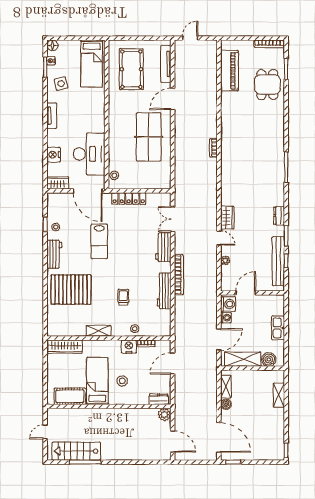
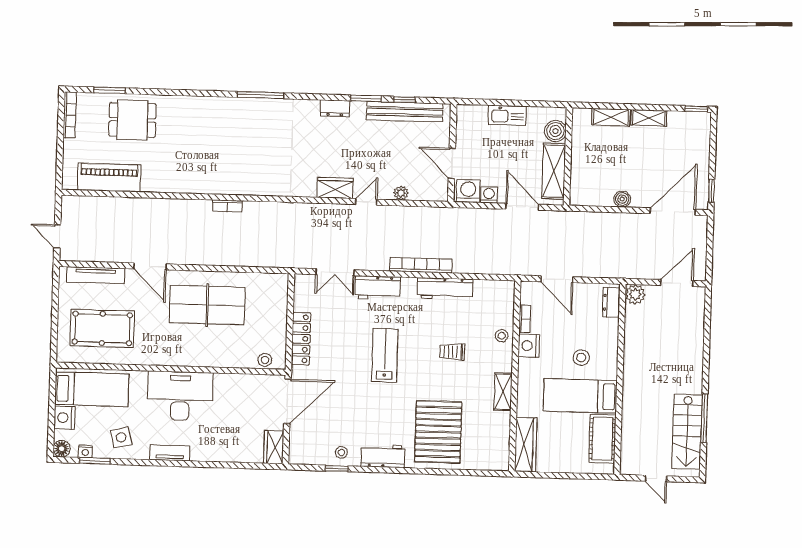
desk: (89, 154) -> (180, 396), moved
nightstand: (54, 155) -> (65, 418), moved, turned 90
lab bench: (99, 241) -> (385, 355), moved, turned -90
shelving: (226, 387) -> (649, 118), moved

